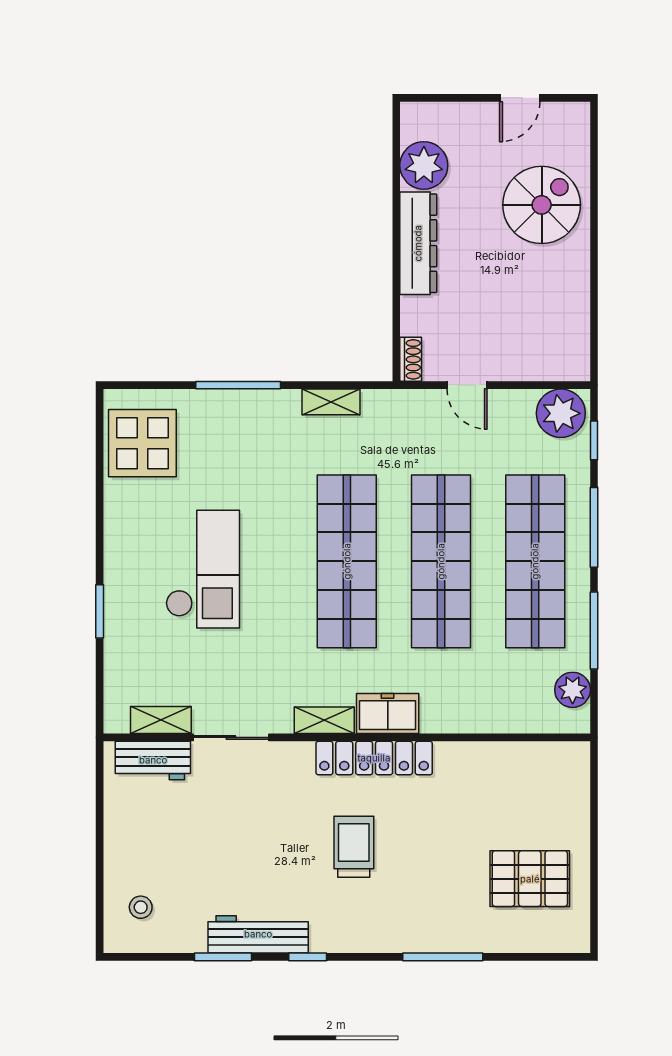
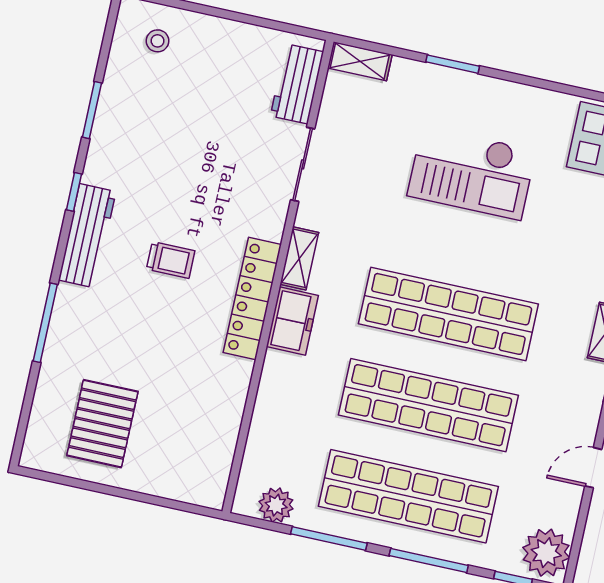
shelving: (161, 720) -> (360, 61), moved, turned 90
trolley: (354, 847) -> (171, 260), width x0.73, depth x0.72
workbench: (258, 934) -> (87, 236), moved

